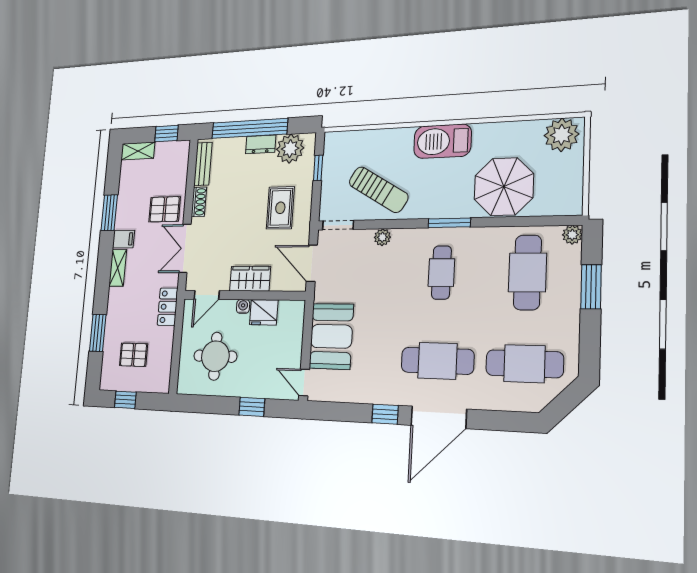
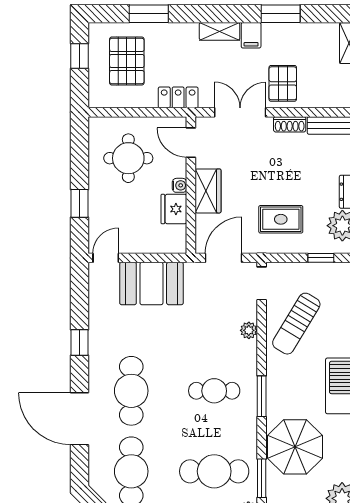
window: (537, 221) -> (262, 478), added
pallet: (134, 355) -> (127, 61), width x1.50, depth x1.42
door: (439, 417) -> (79, 419), moved

